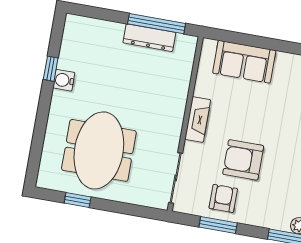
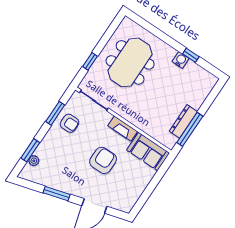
sofa: (244, 62) -> (148, 152), moved, turned -90
meeting table: (99, 150) -> (130, 62), turned 90
armchair: (243, 160) -> (103, 160), moved
window: (78, 200) -> (90, 61), moved

